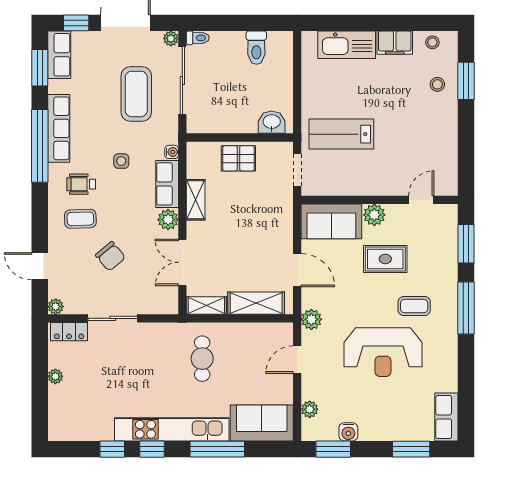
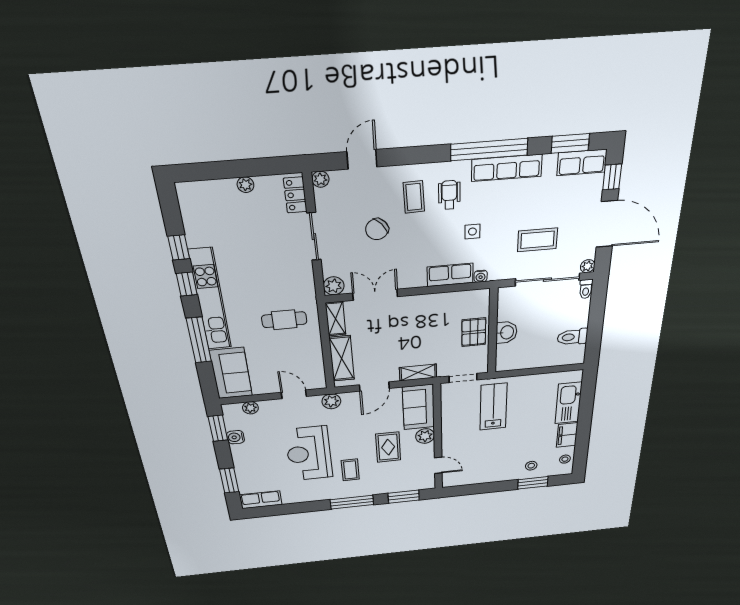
coffee table: (136, 94) -> (537, 240), width x0.73, depth x0.76
washbasin: (272, 122) -> (506, 332), moved
shelving: (196, 200) -> (418, 372), moved
plant: (168, 220) -> (334, 286), moved

